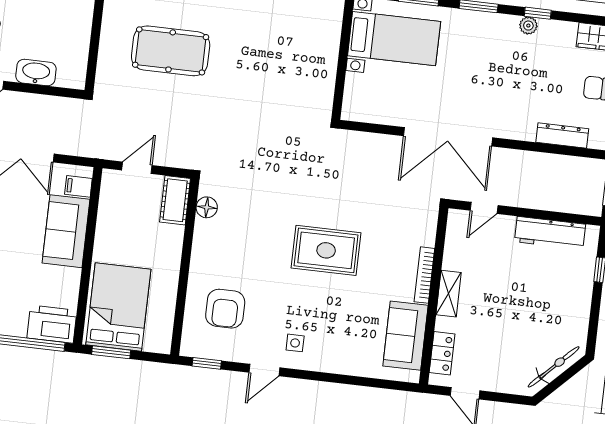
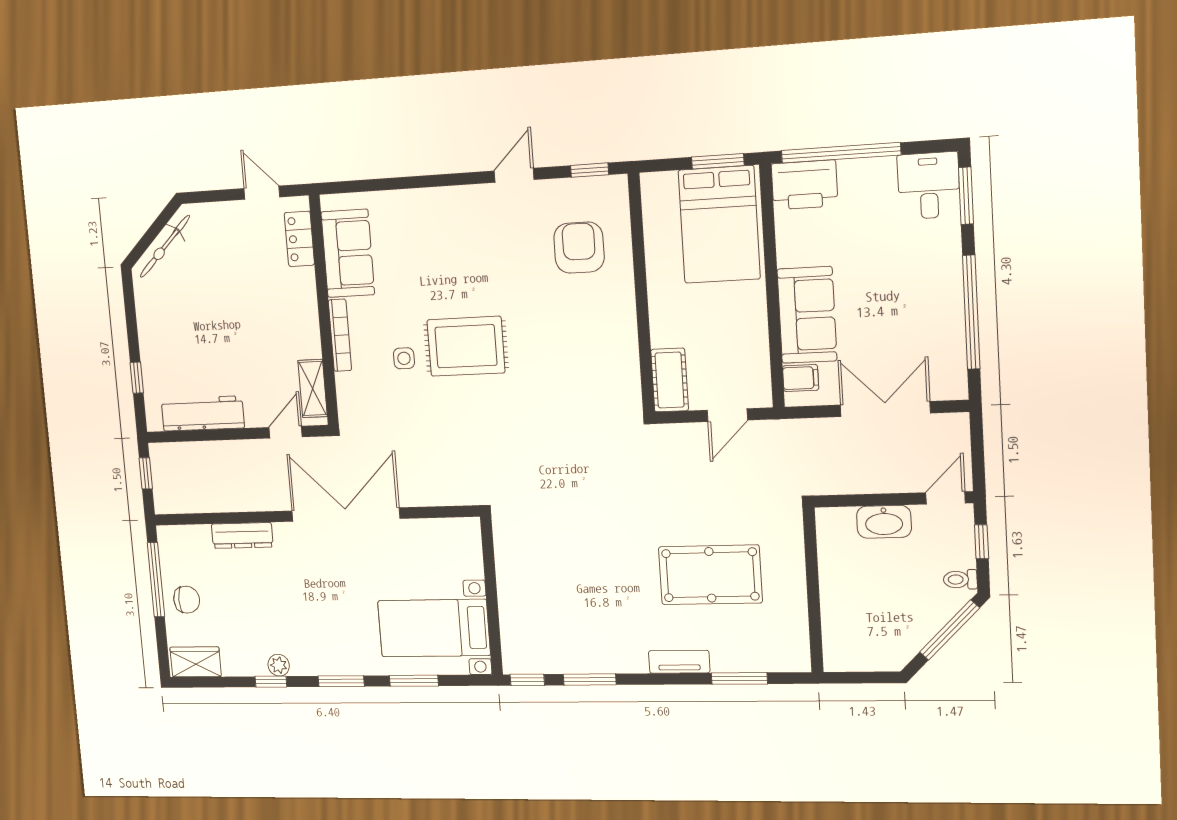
dresser: (562, 135) -> (242, 535), moved
floor lamp: (207, 207) -> (627, 377), removed
shelving: (449, 294) -> (313, 389), moved
side table: (295, 343) -> (404, 358), moved

